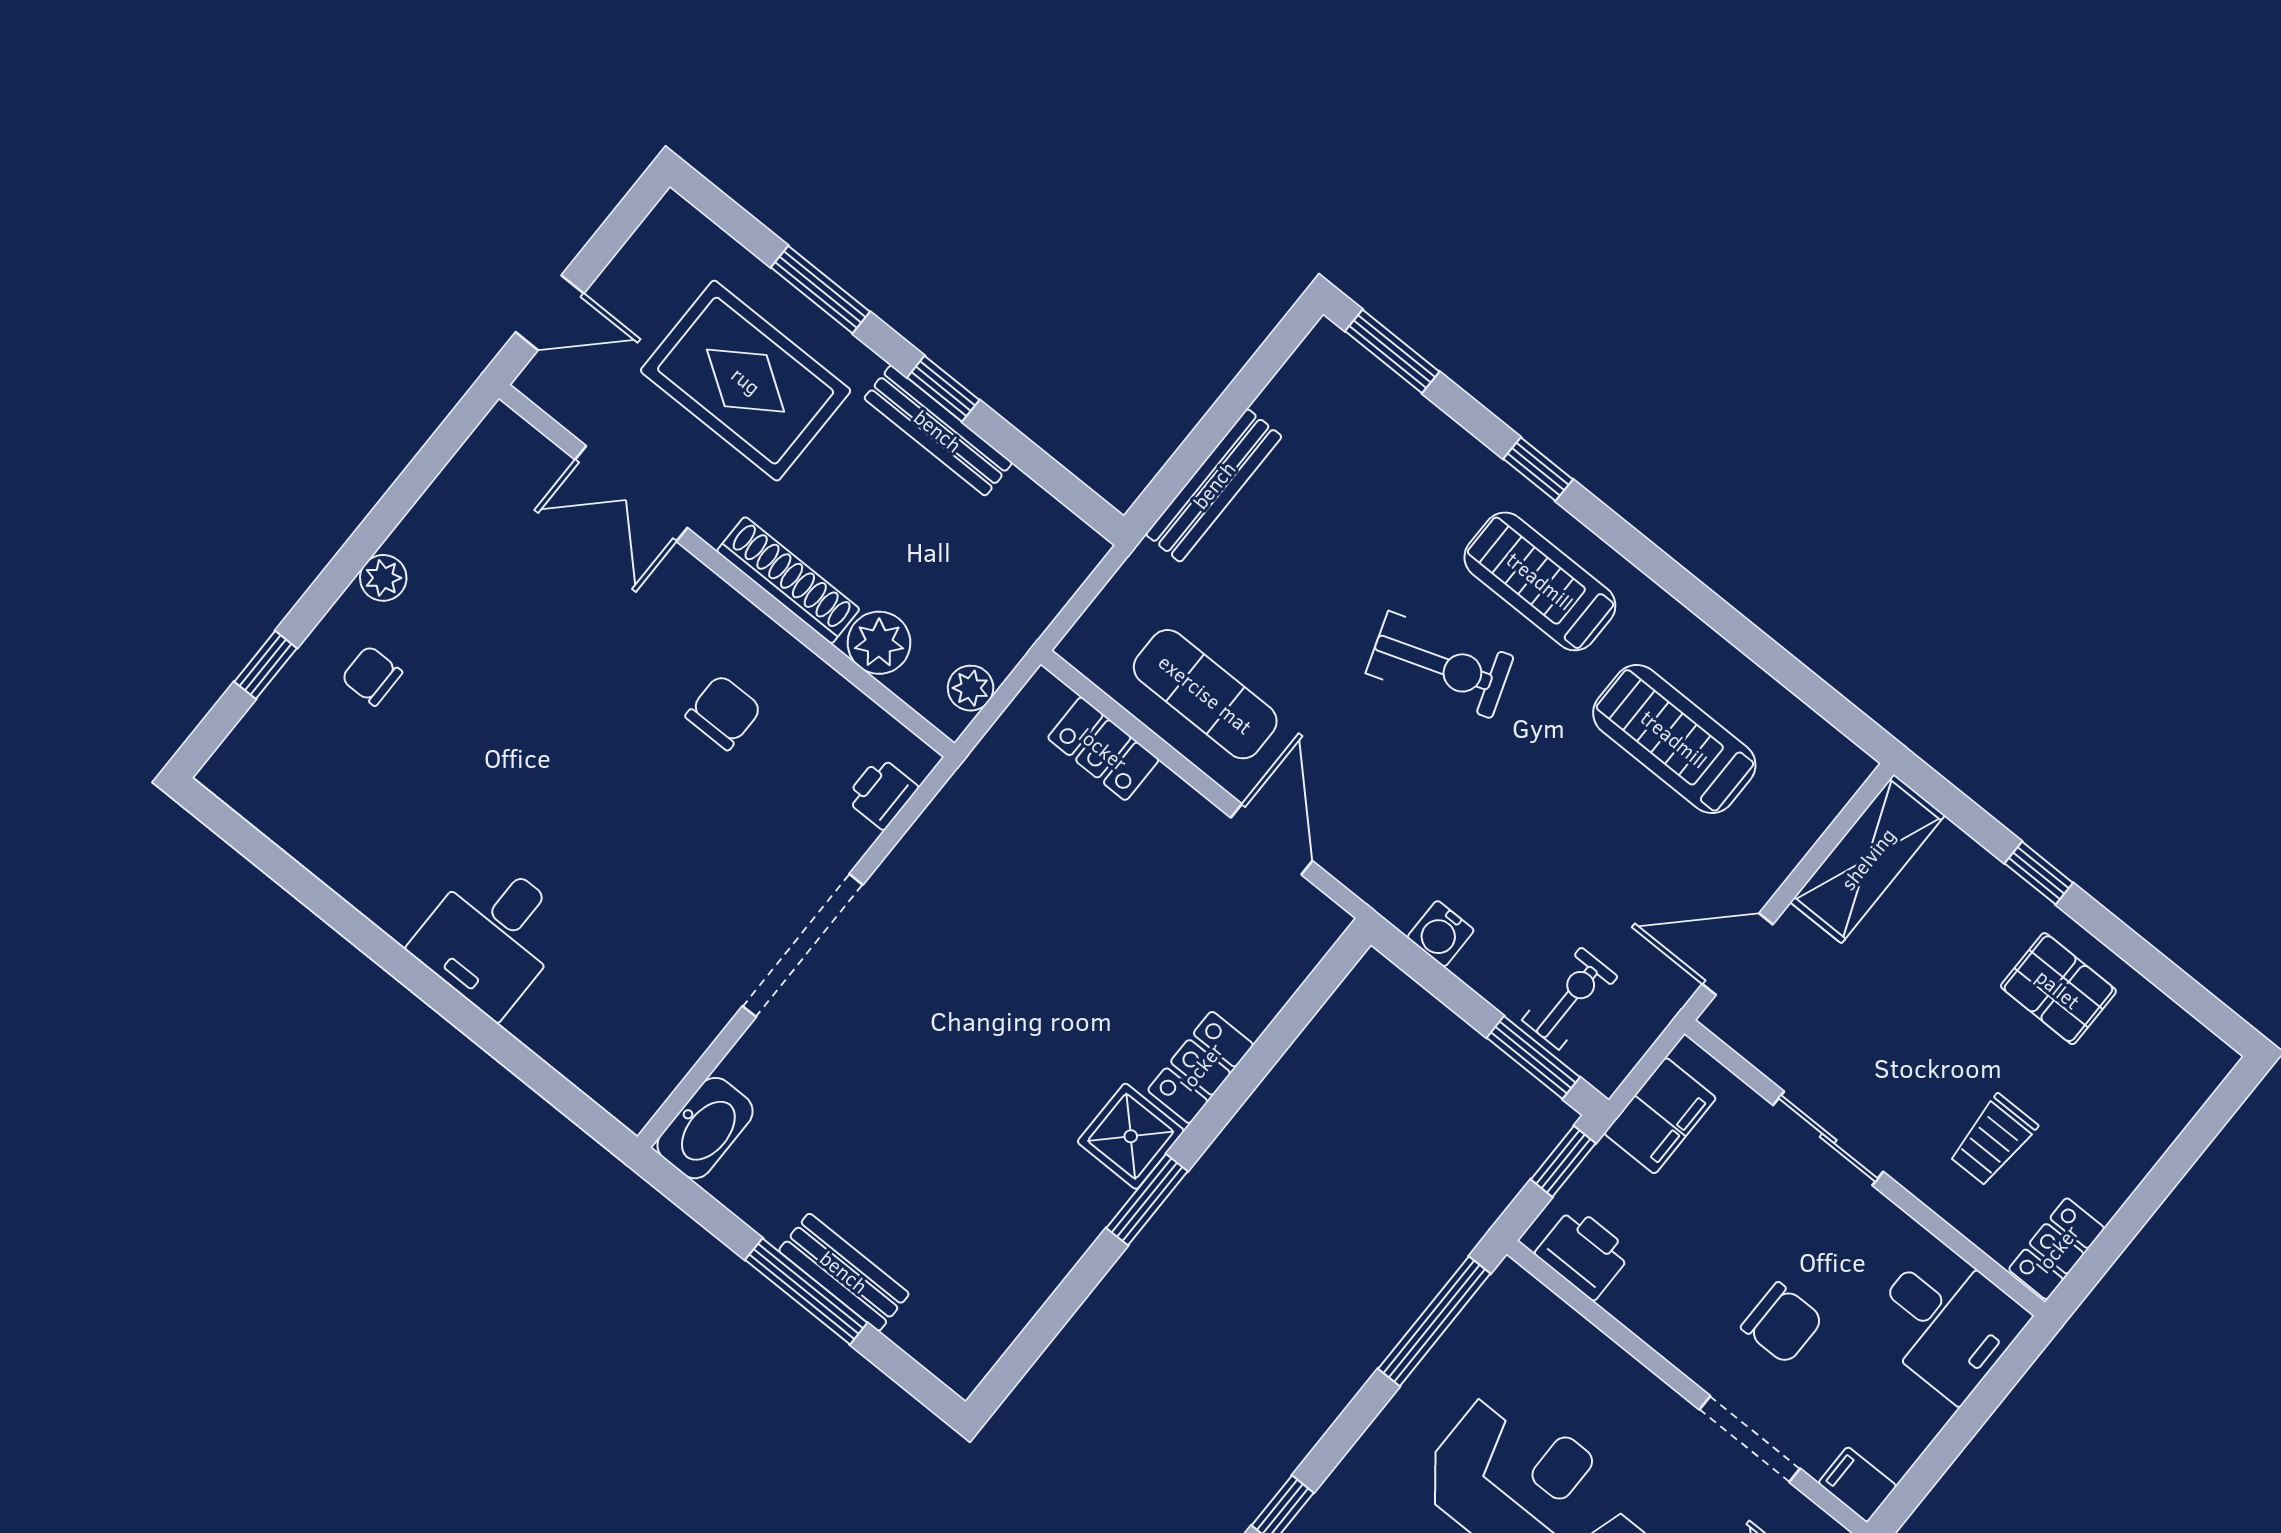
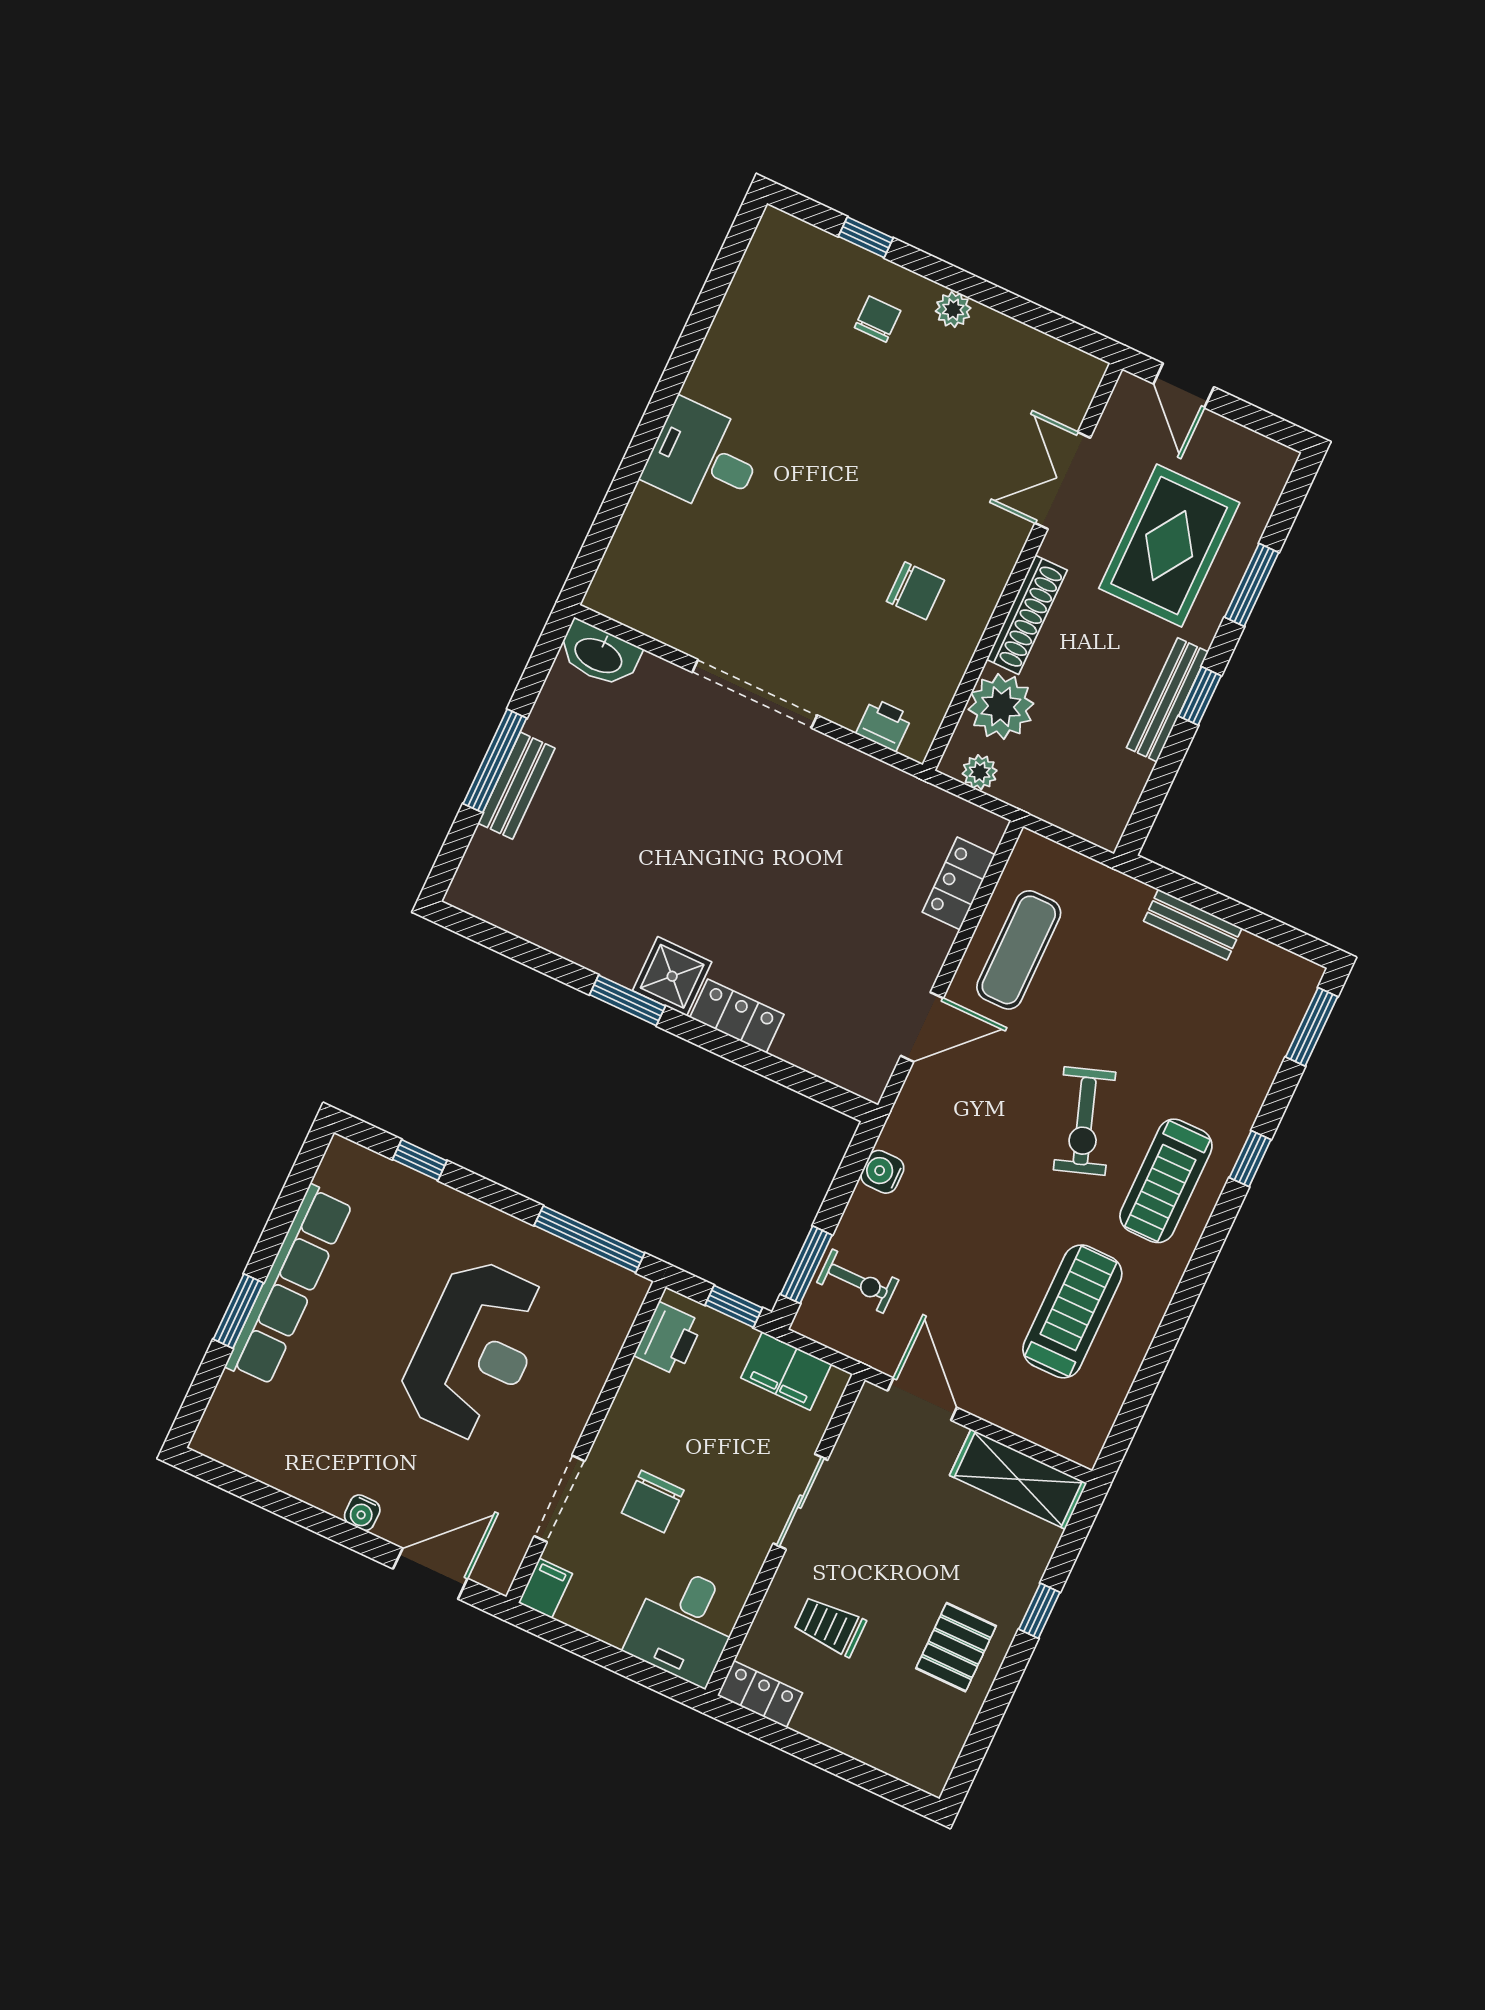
bench: (1214, 485) -> (1193, 925), width x0.73
treadmill: (1540, 581) -> (1166, 1181), turned 180
plant: (879, 643) -> (1001, 707), width x1.36, depth x1.36

